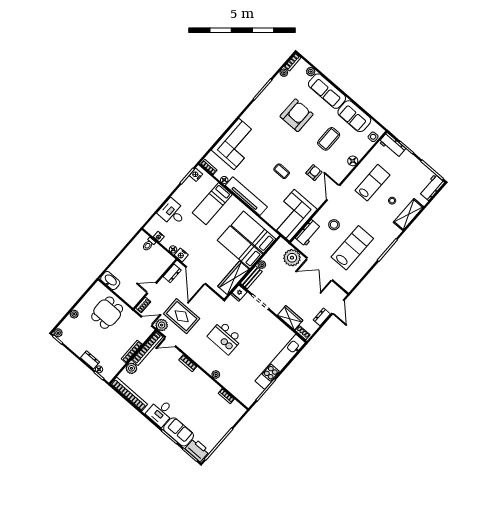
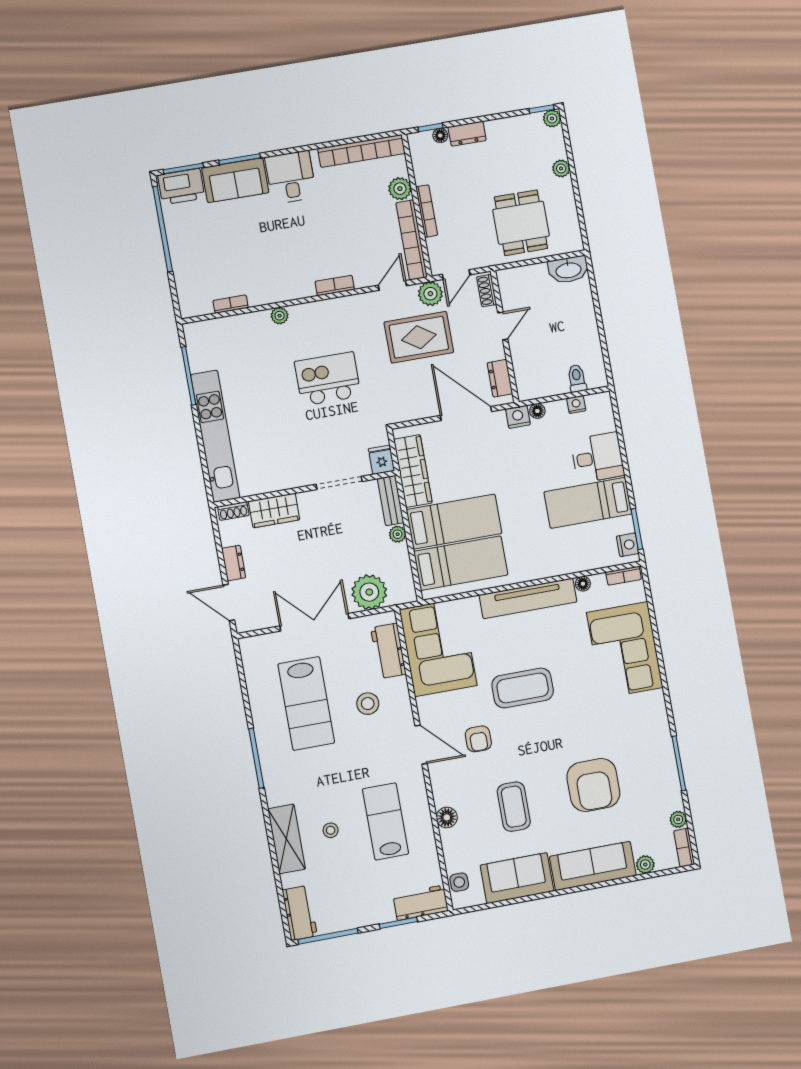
coffee table: (282, 171) -> (523, 688), width x1.86, depth x1.72
lab bench: (372, 183) -> (385, 821), turned 180
bed: (212, 204) -> (588, 503), moved, turned -90

